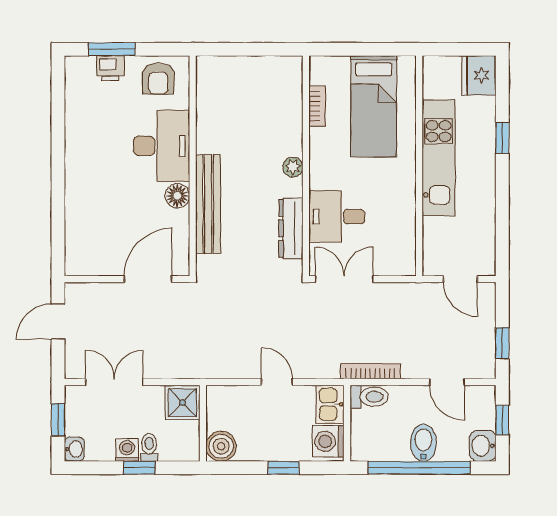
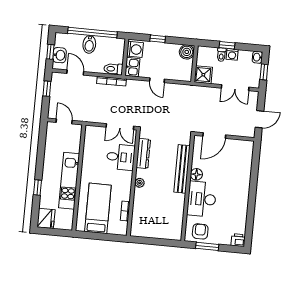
window: (112, 49) -> (207, 246), moved
printer: (110, 68) -> (238, 240), moved
washbasin: (483, 446) -> (60, 55), moved

